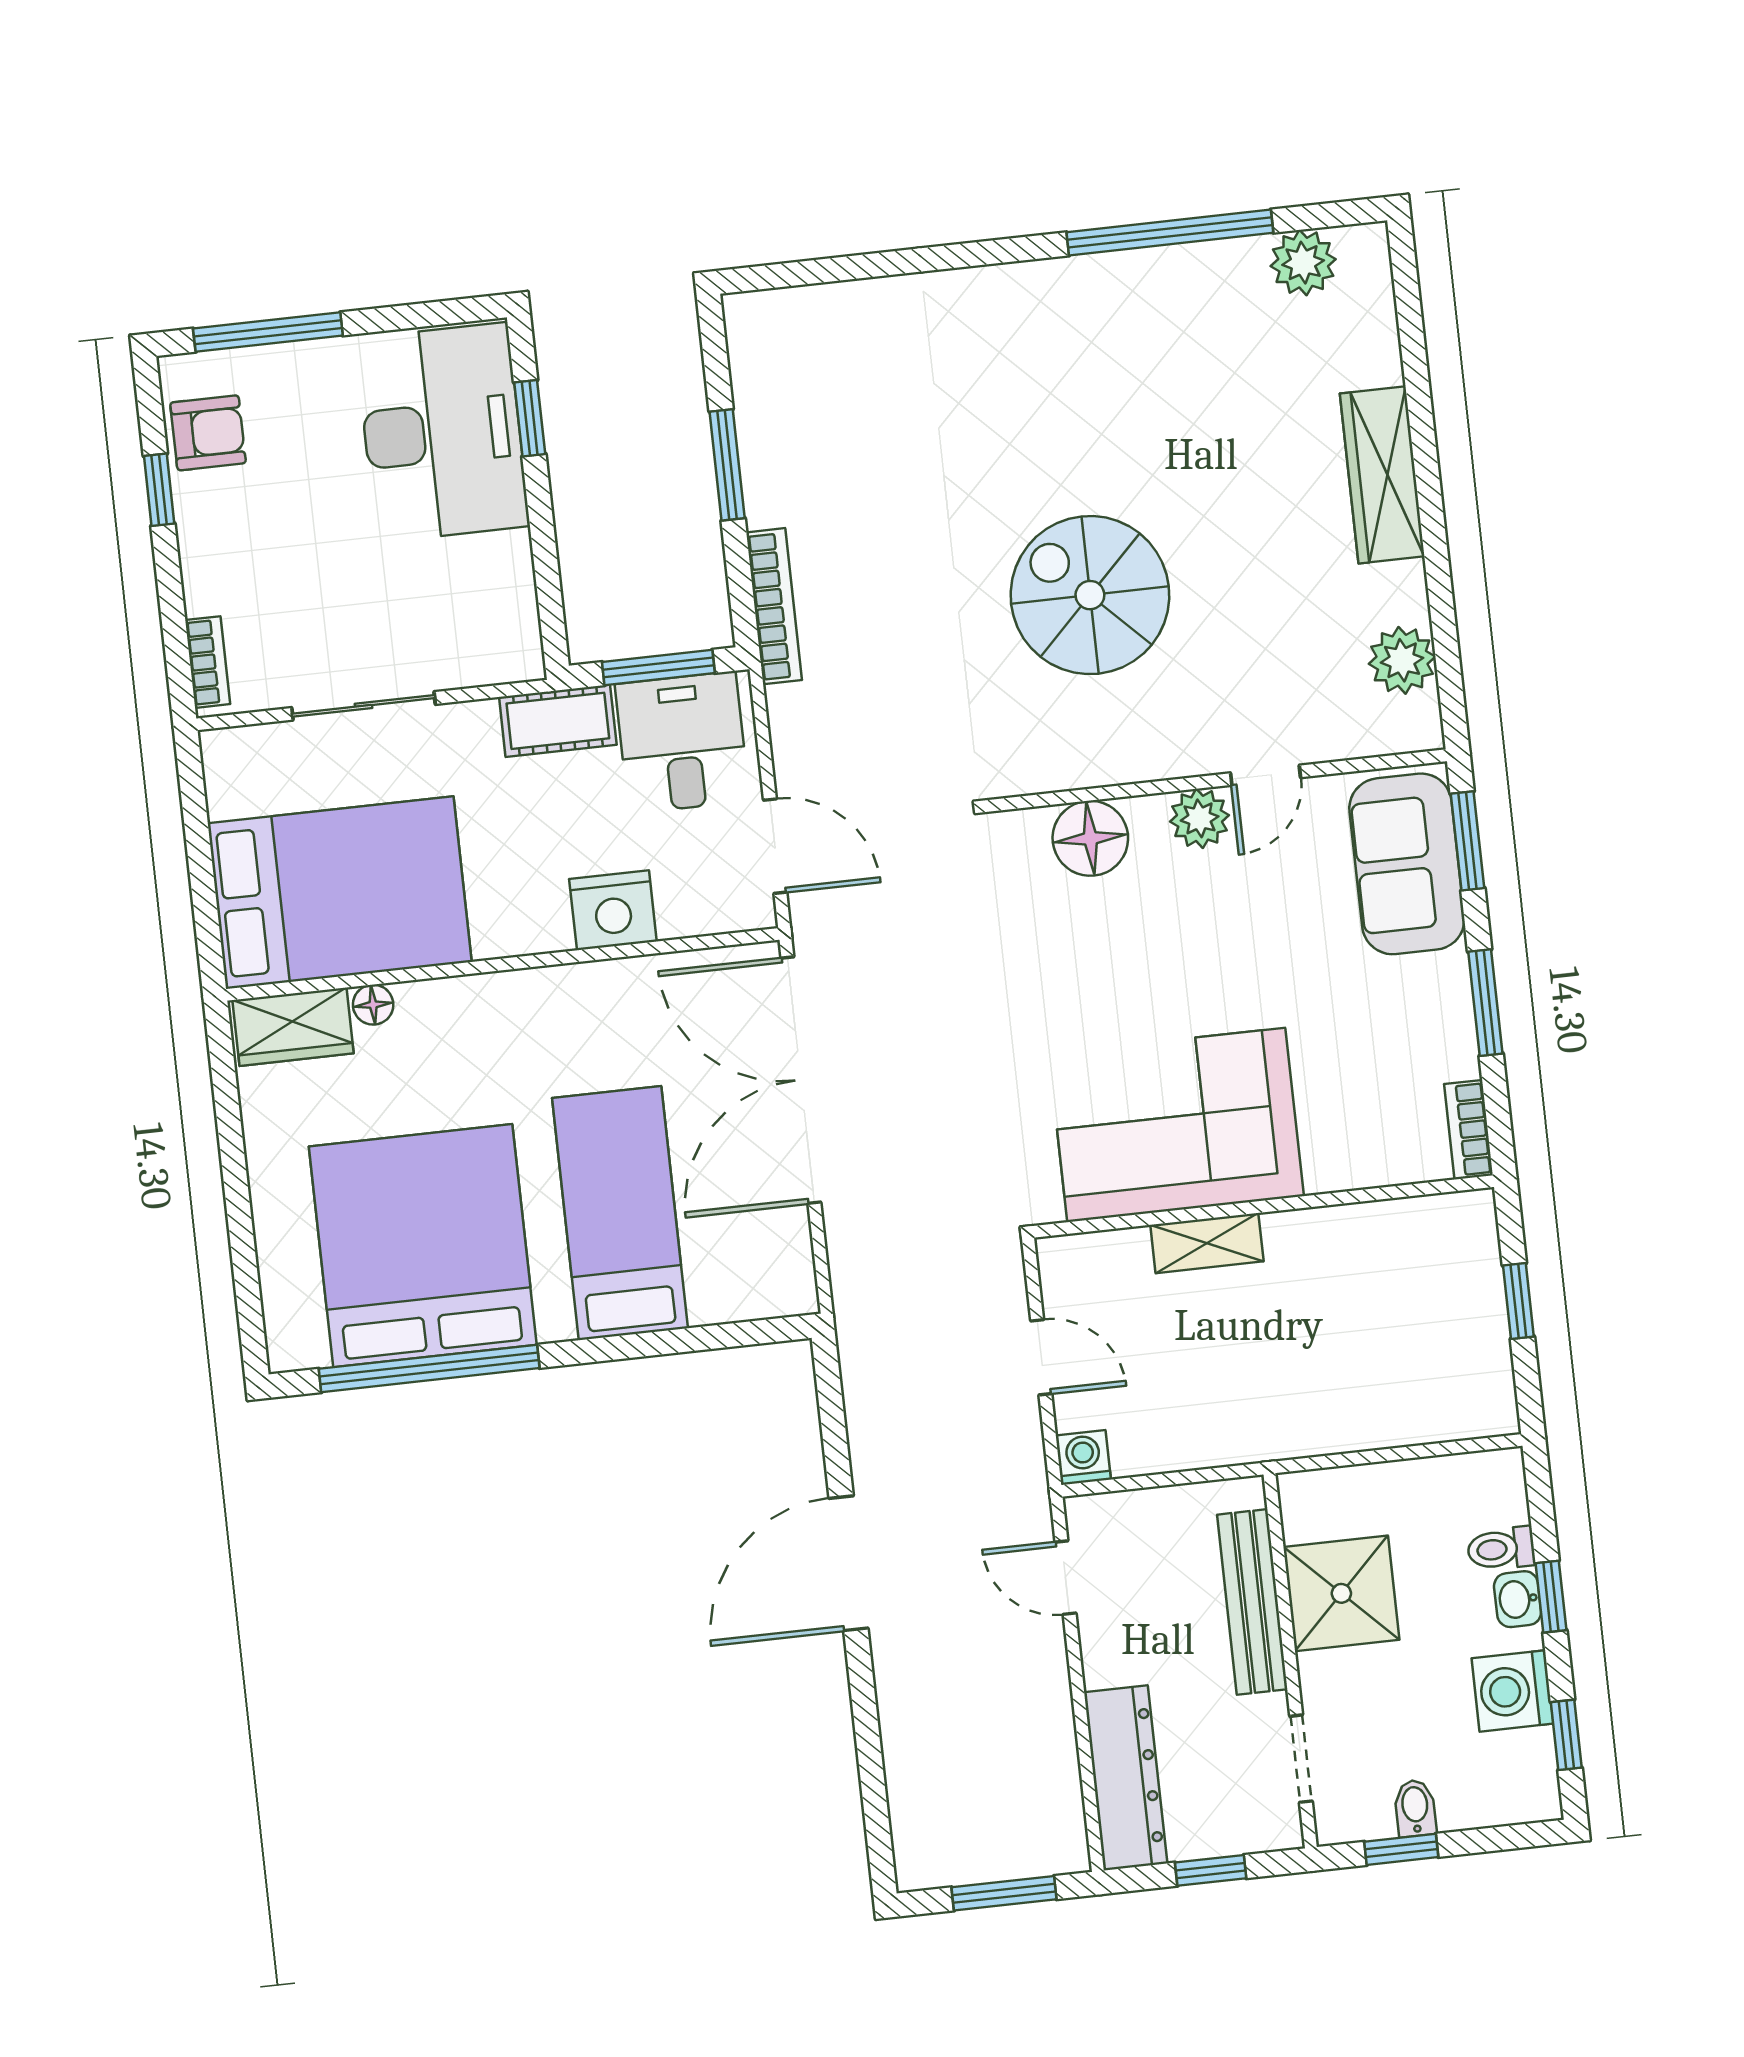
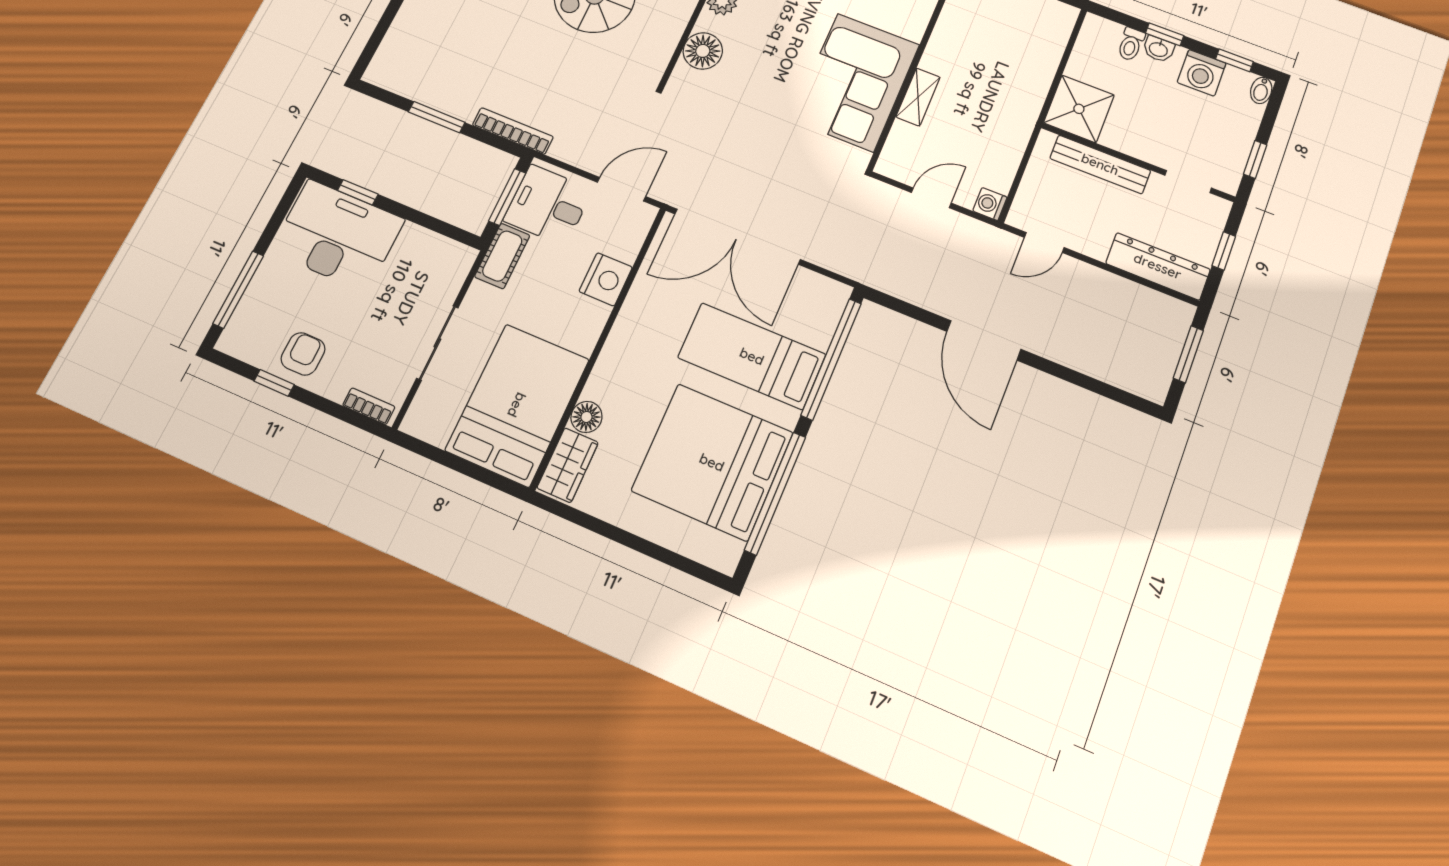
armchair: (208, 433) -> (303, 354), moved
floor lamp: (373, 1005) -> (586, 417), width x1.37, depth x1.37
window: (685, 1340) -> (831, 359), added
shower: (1341, 1593) -> (1079, 109), moved
bidet: (1415, 1808) -> (1261, 90), moved, turned -90

